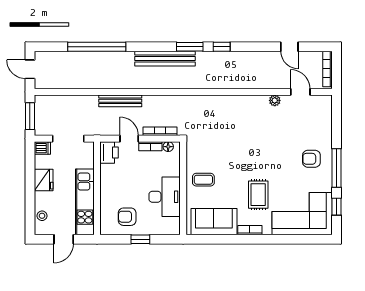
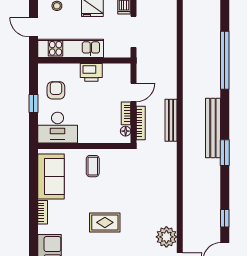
window: (222, 47) -> (225, 218), moved
plant: (275, 100) -> (166, 237), width x1.87, depth x1.87
bench: (120, 101) -> (171, 120), moved
printer: (109, 152) -> (91, 72), moved
rug: (258, 195) -> (105, 222), moved
desk: (165, 197) -> (58, 128), moved

